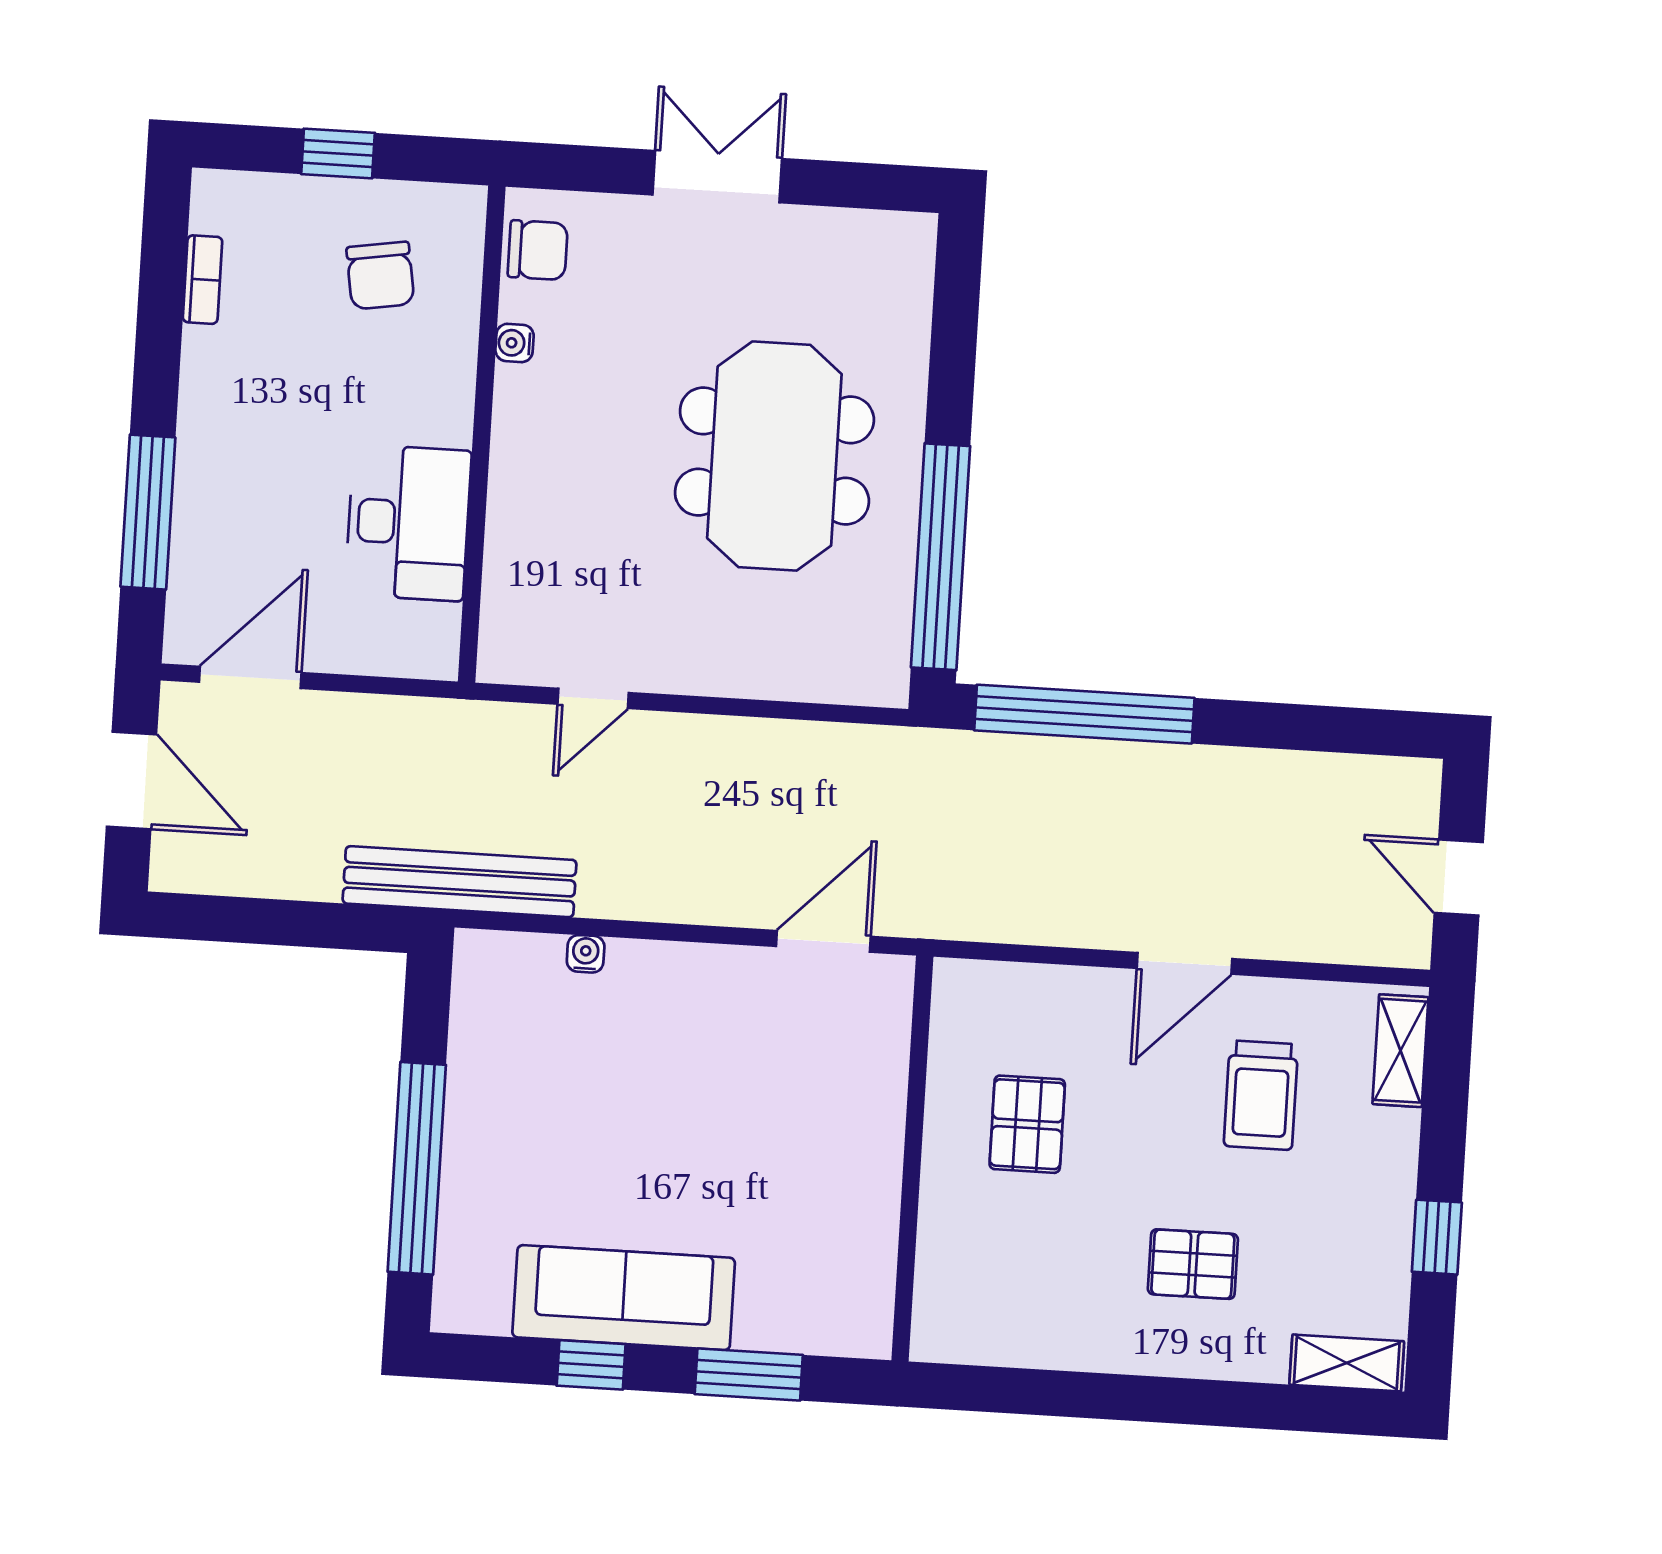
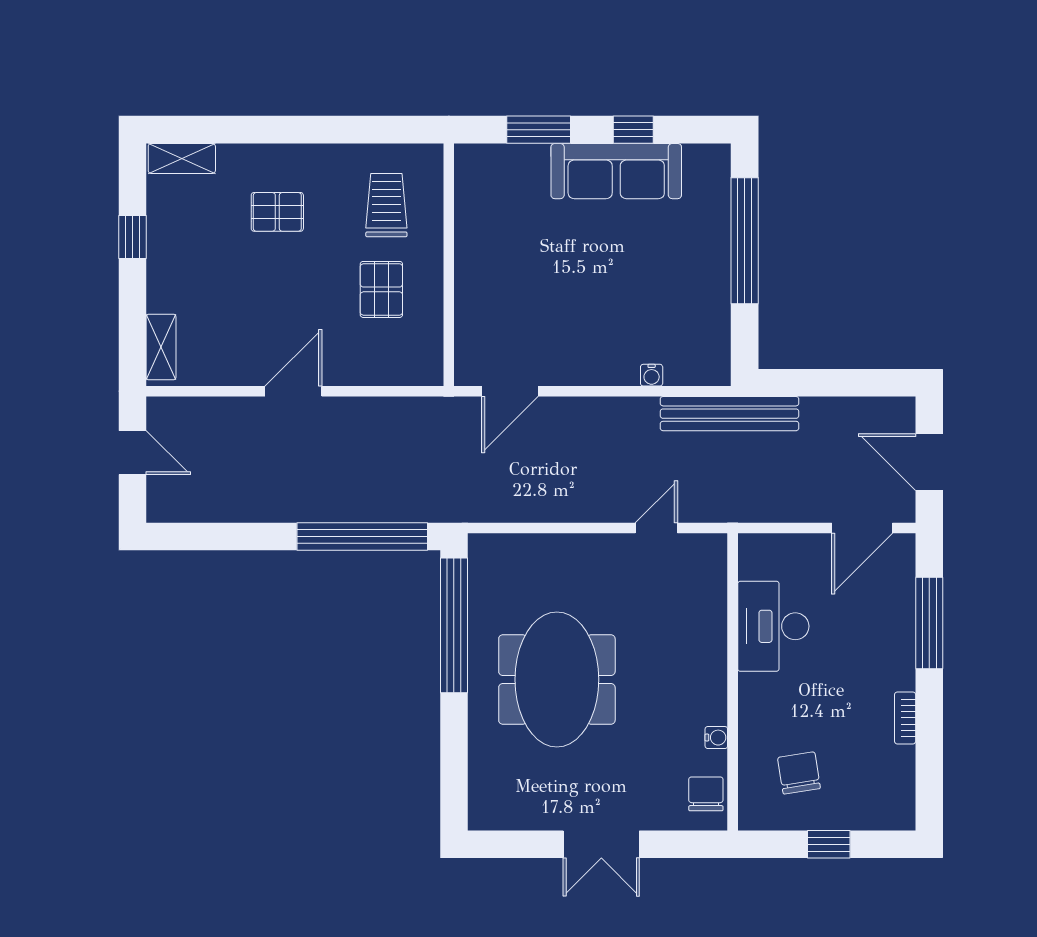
chair: (538, 250) -> (706, 794), turned 90
bookcase: (202, 280) -> (905, 718), moved
trolley: (1261, 1095) -> (386, 205), moved

